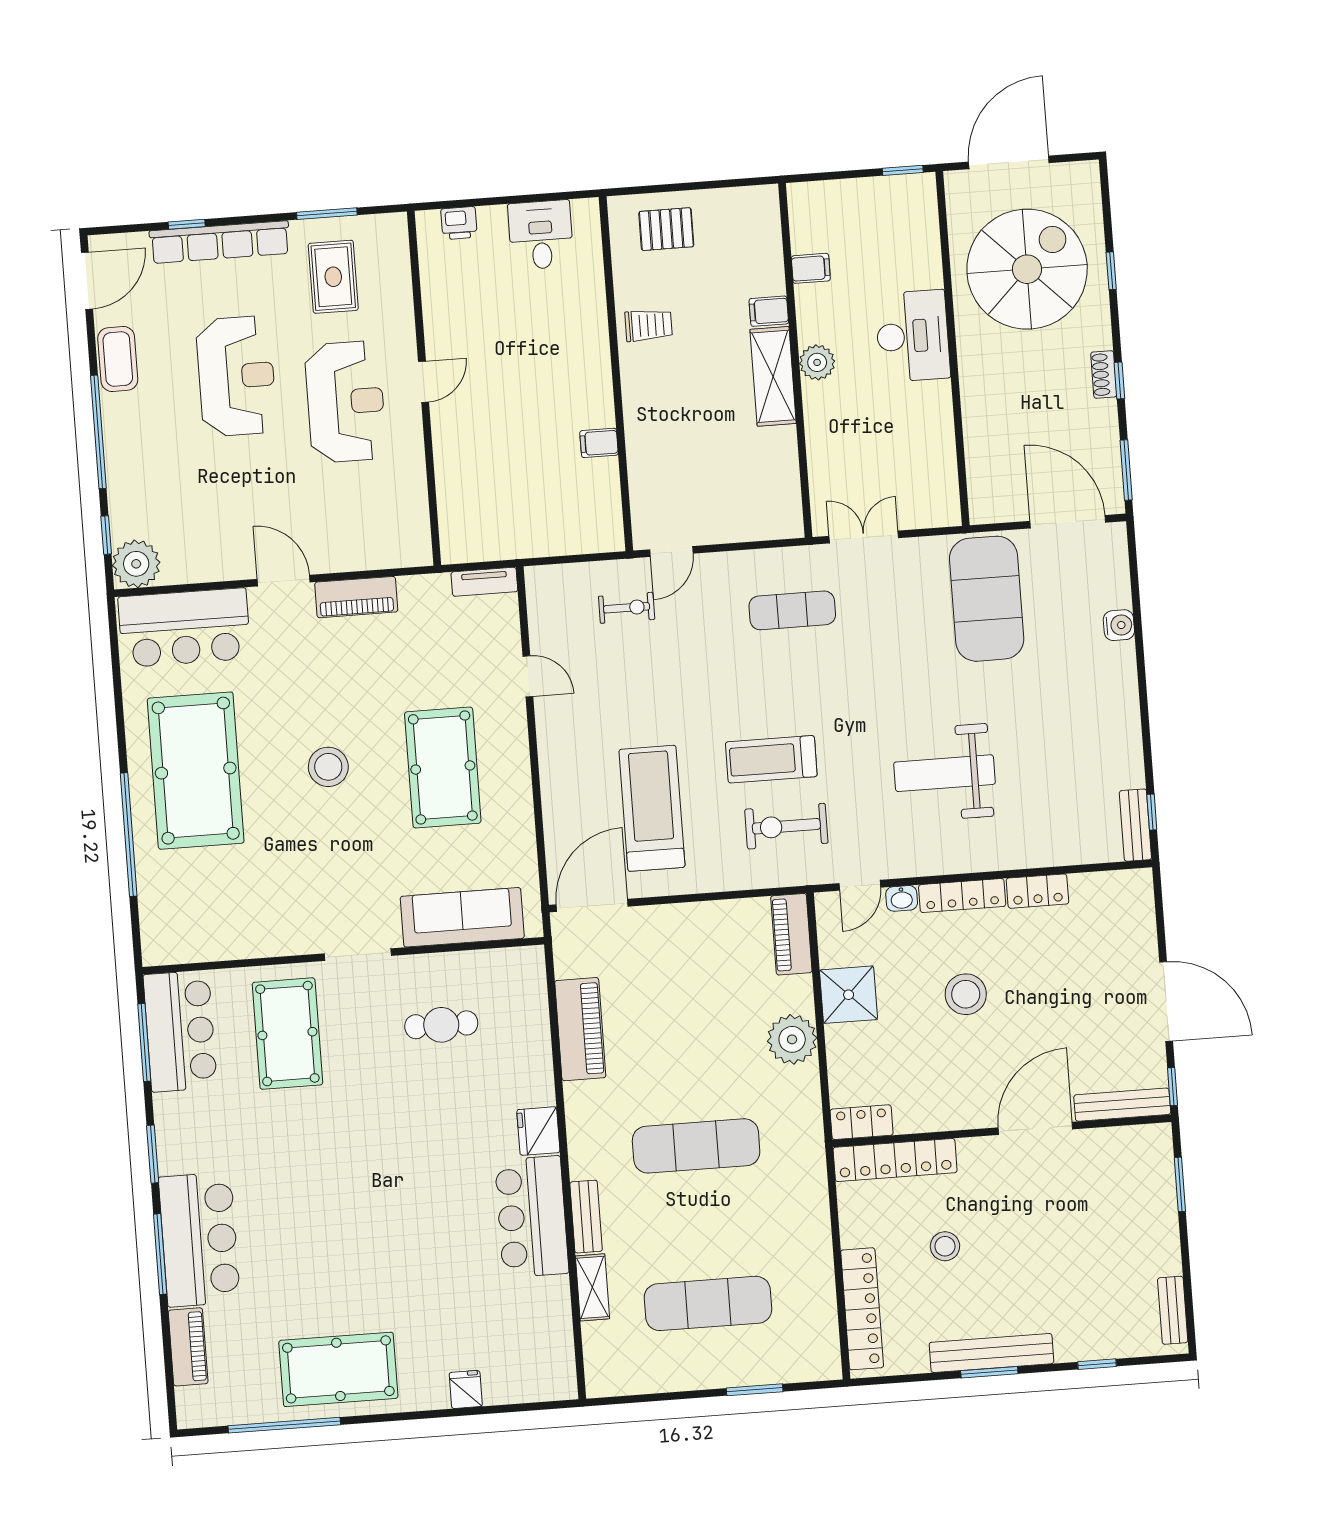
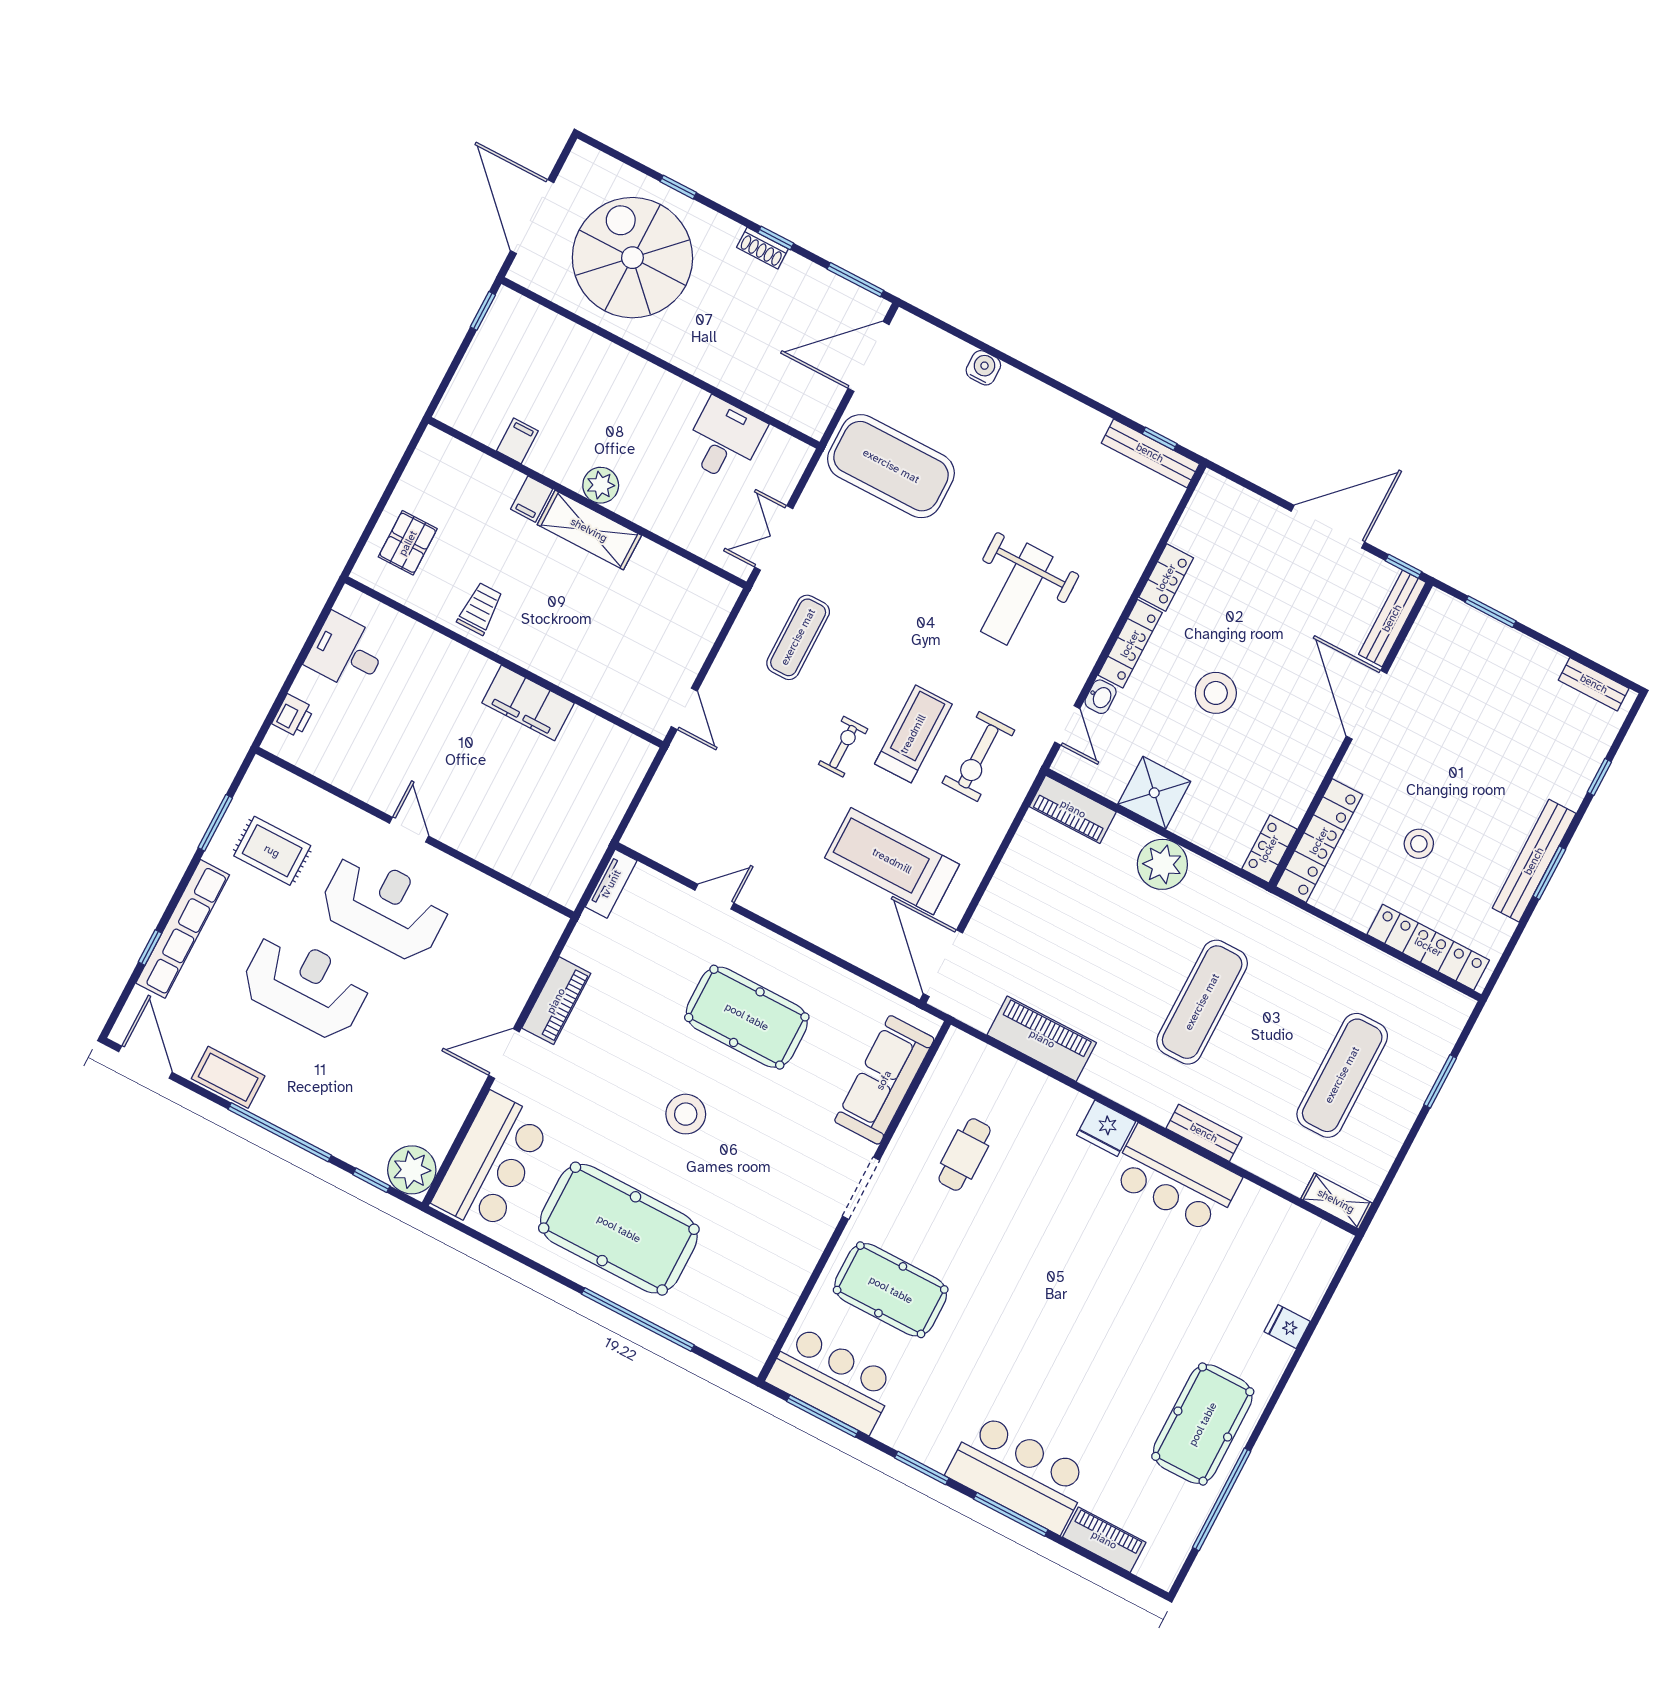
desk: (913, 336) -> (724, 440), moved, width x0.73
filing cabinet: (599, 443) -> (528, 703), width x3.00, depth x1.17
exercise bike: (627, 608) -> (843, 747), moved
treadmill: (771, 759) -> (913, 734), turned 180
bench: (1135, 825) -> (1150, 453), width x1.36
shelving: (592, 1287) -> (1336, 1201), moved

